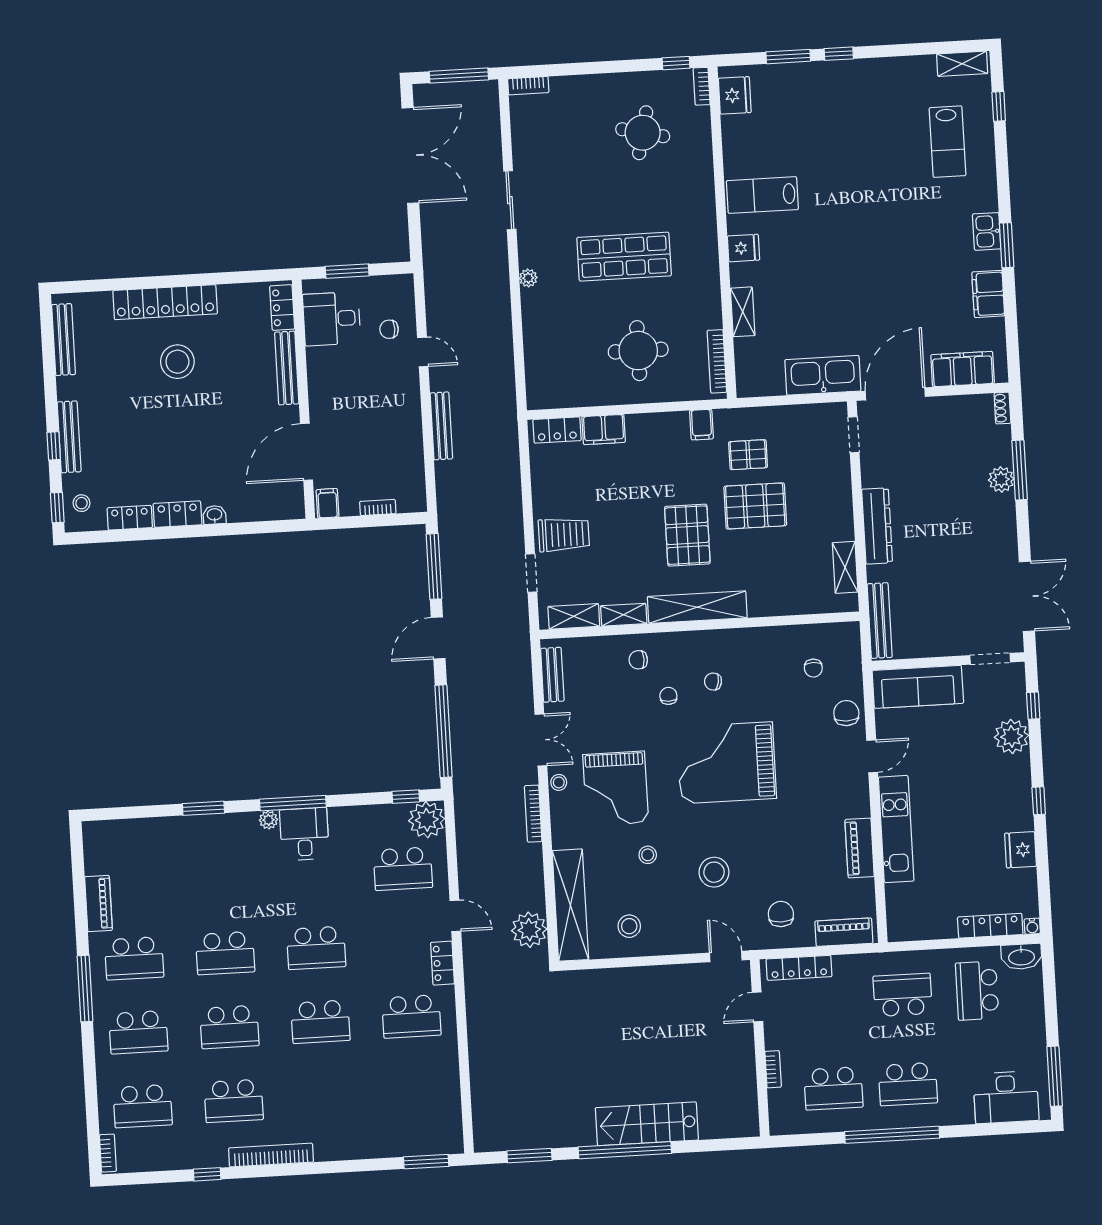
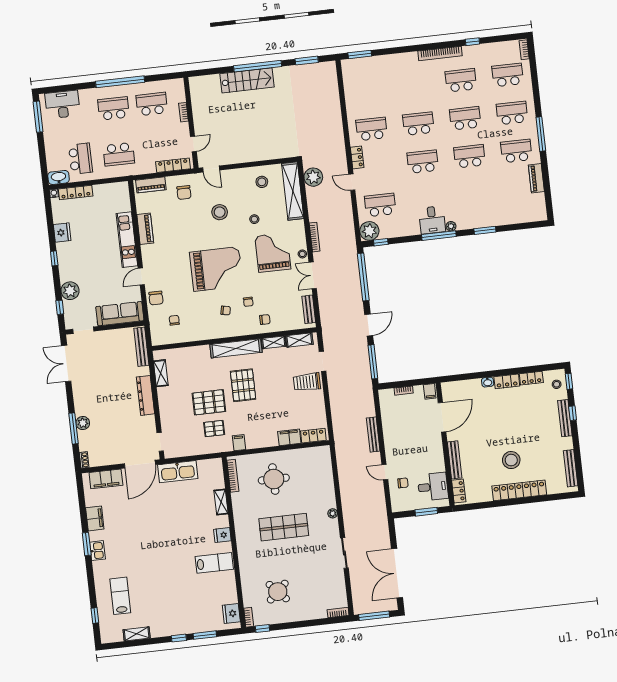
shelving: (962, 64) -> (137, 634), moved
round table: (643, 133) -> (278, 592), turned 34

